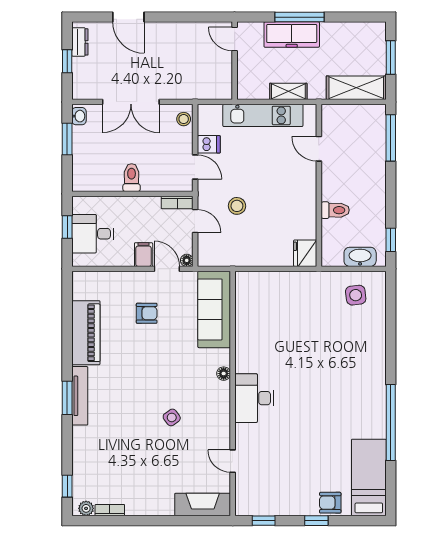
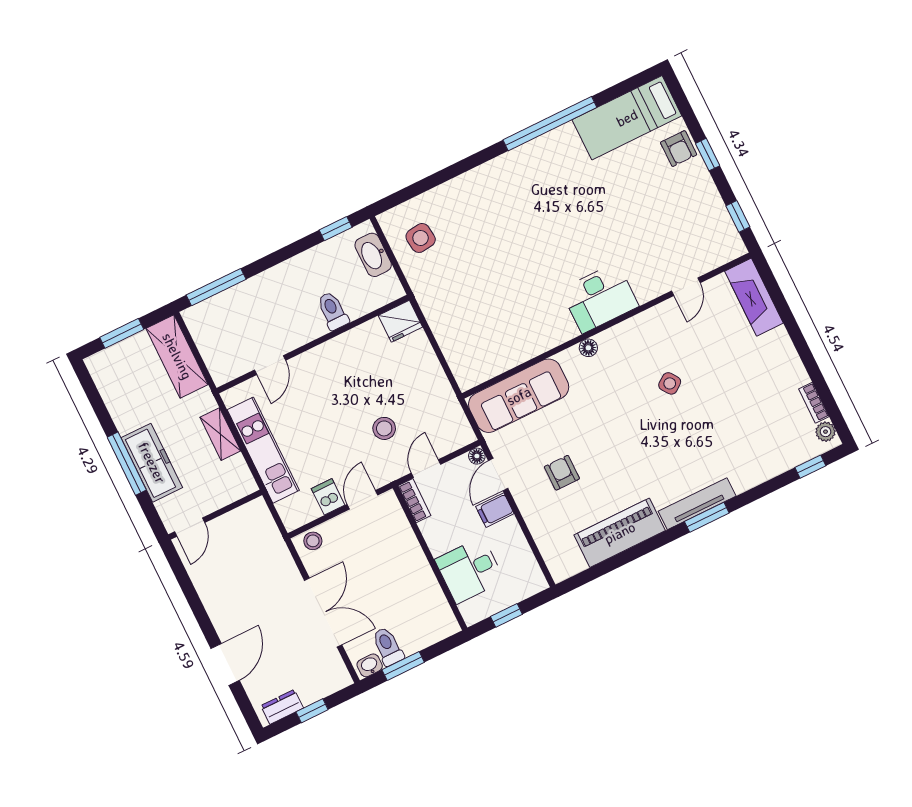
toilet: (132, 178) -> (388, 646), moved, turned 90
desk: (93, 234) -> (470, 570), moved, turned 90

